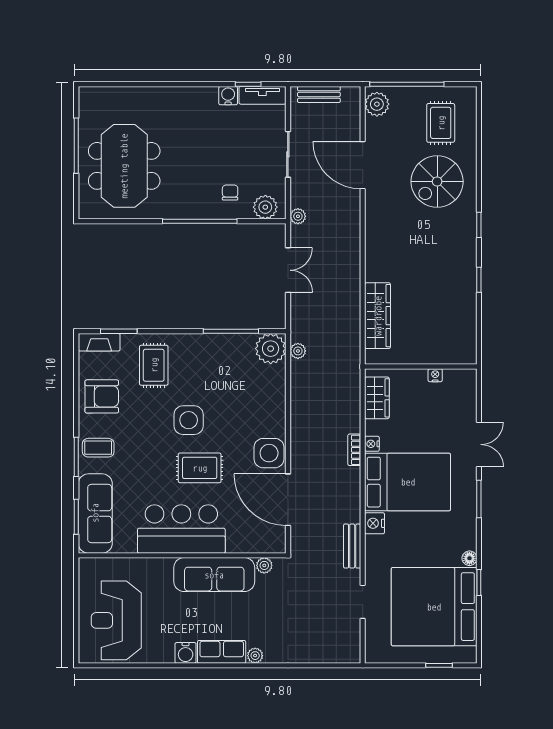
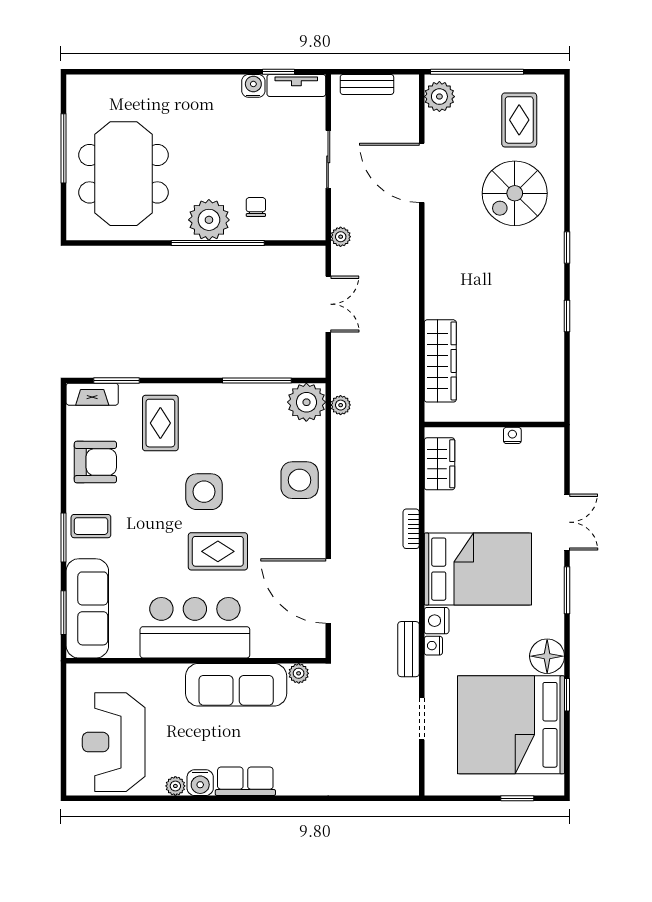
plant: (265, 207) -> (209, 220), moved, width x1.36, depth x1.36
nightstand: (372, 444) -> (433, 646), moved
side table: (269, 453) -> (300, 480), moved
floor lamp: (469, 558) -> (547, 656), width x1.89, depth x1.89
plant: (255, 656) -> (175, 786), moved

